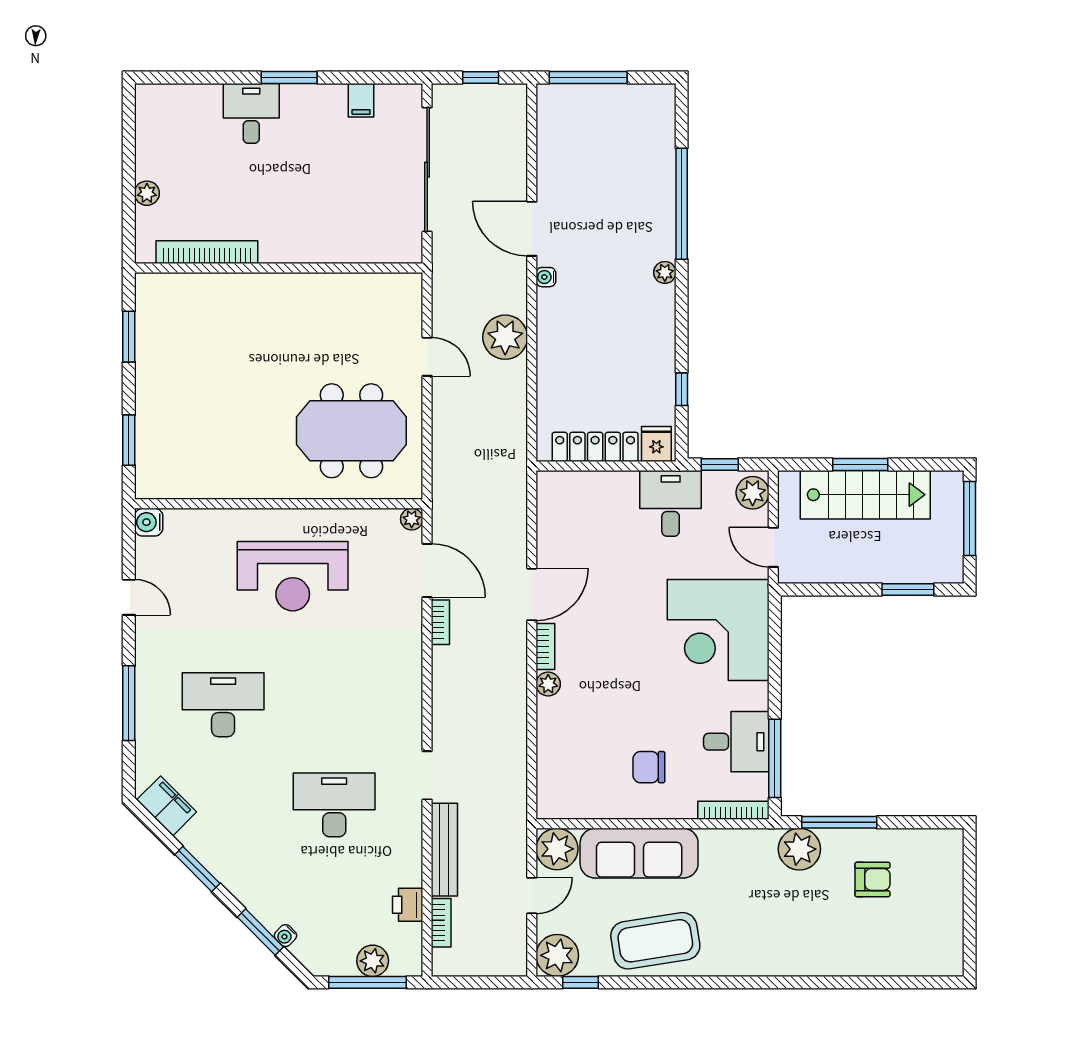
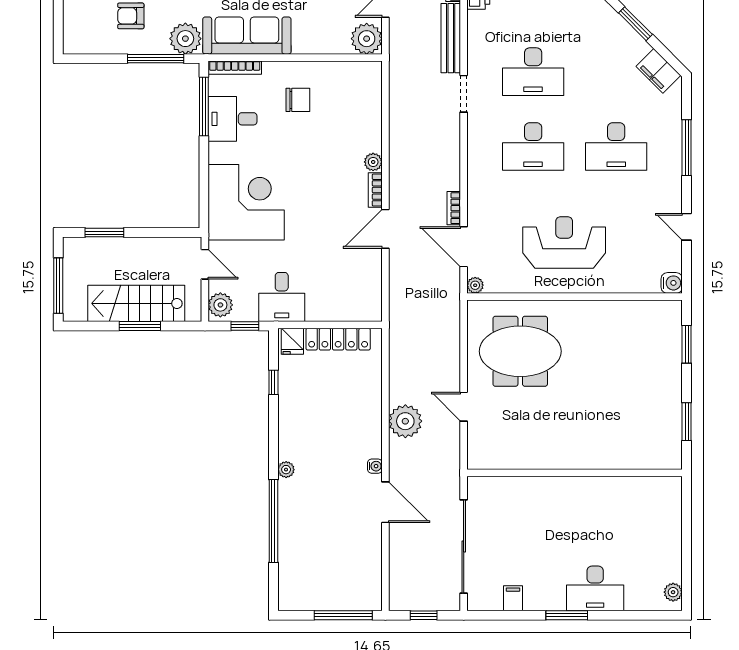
desk: (251, 113) -> (595, 588), width x1.37
plant: (147, 193) -> (673, 592), moved
bookcase: (207, 252) -> (628, 485), removed
desk: (334, 705) -> (533, 146), added
sofa: (639, 853) -> (247, 36), moved

